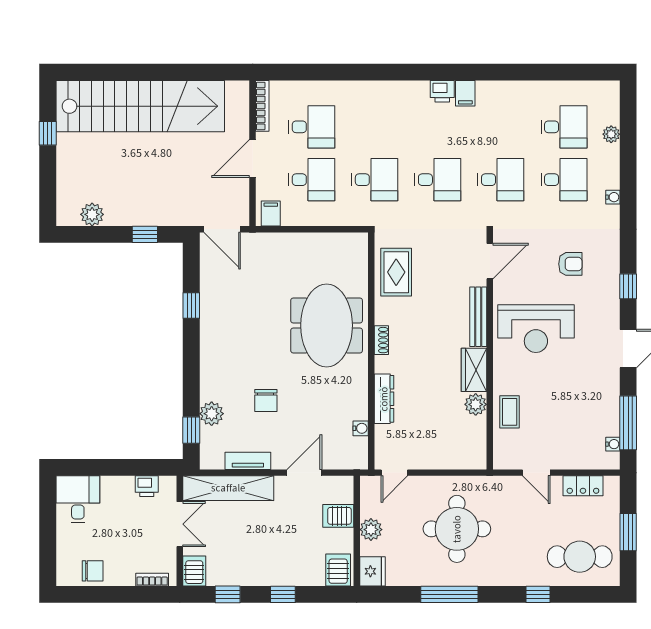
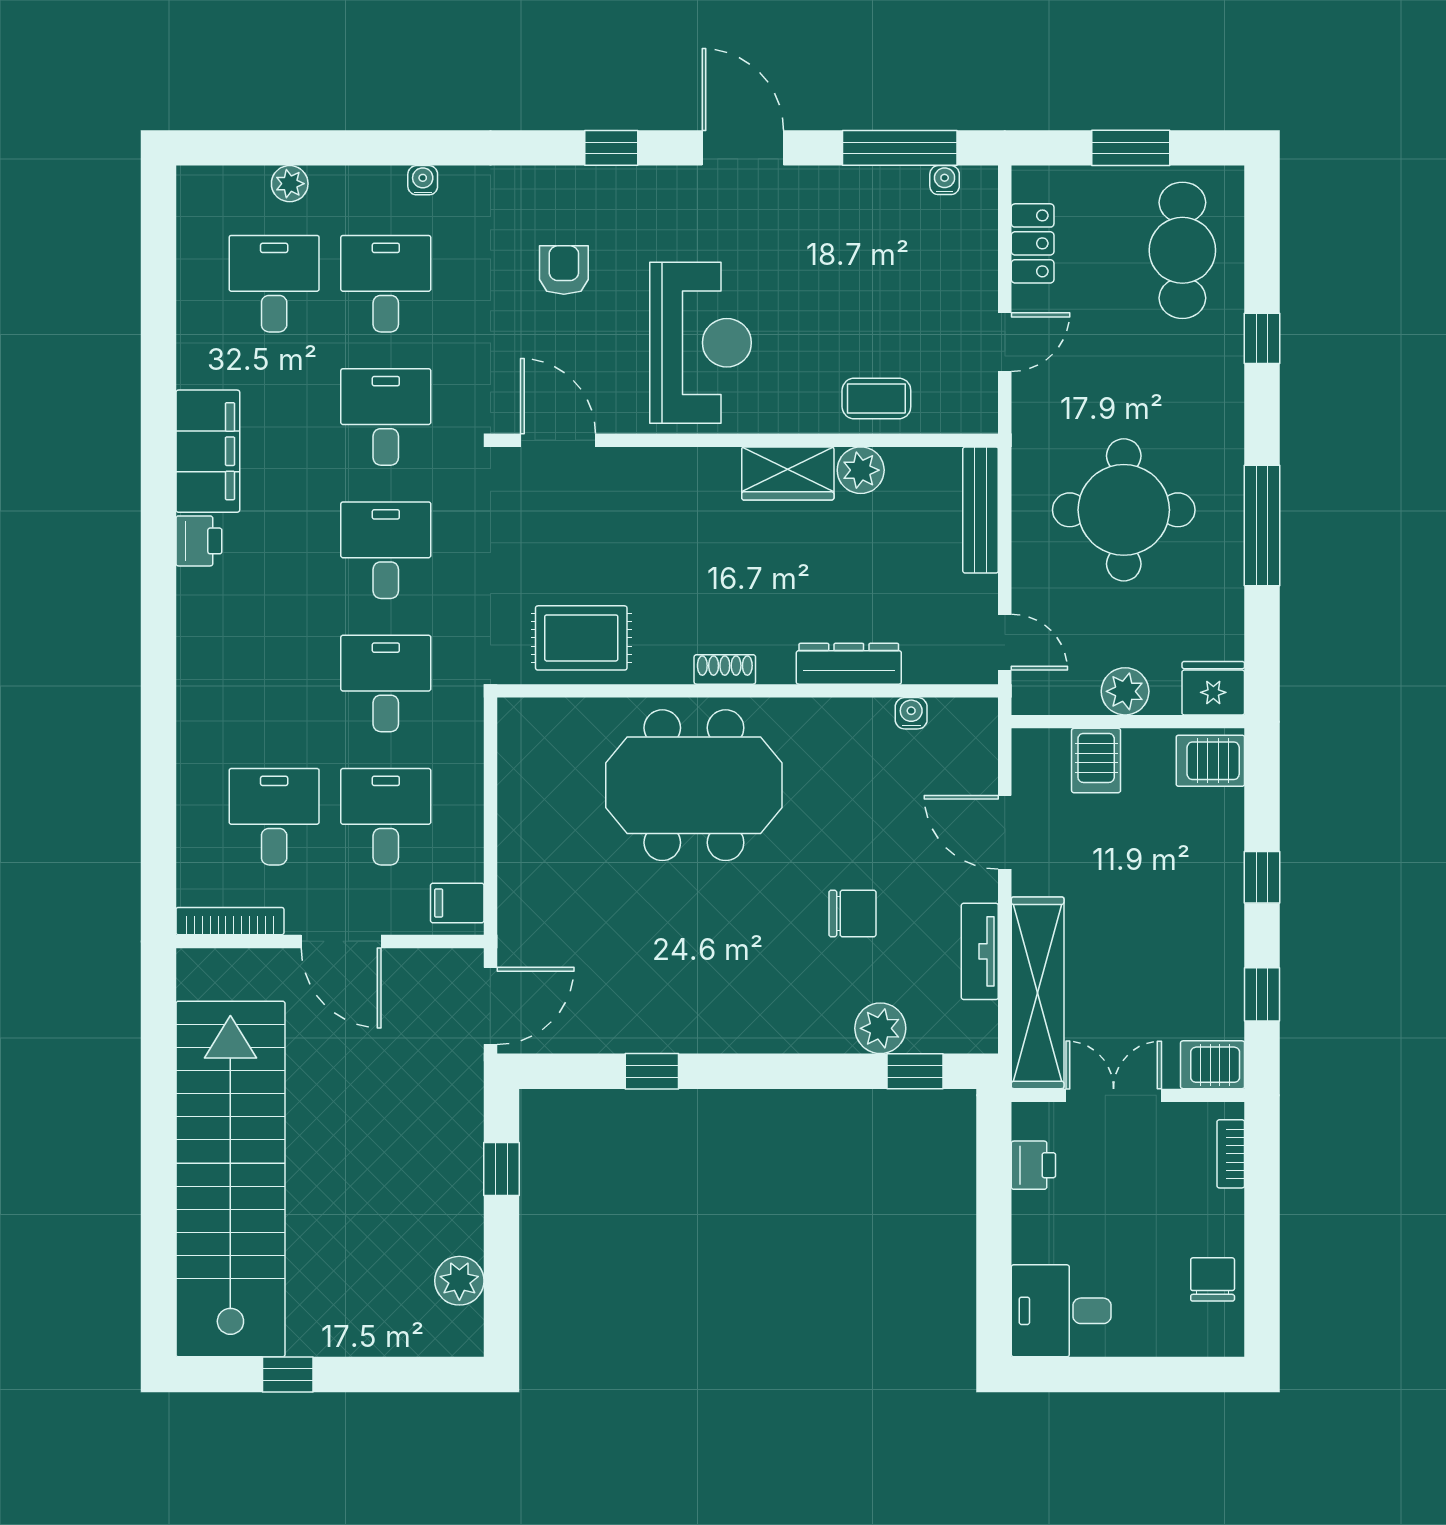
filing cabinet: (465, 93) -> (208, 451), width x3.00, depth x1.17
bench: (478, 317) -> (981, 510), moved, turned 90

